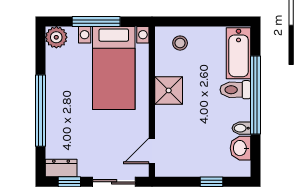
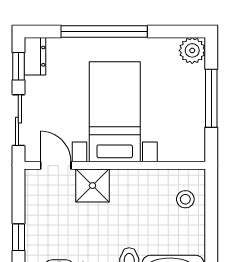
bed with nightstands: (114, 68) -> (115, 112), moved, turned 90
shower: (169, 90) -> (92, 186), moved

